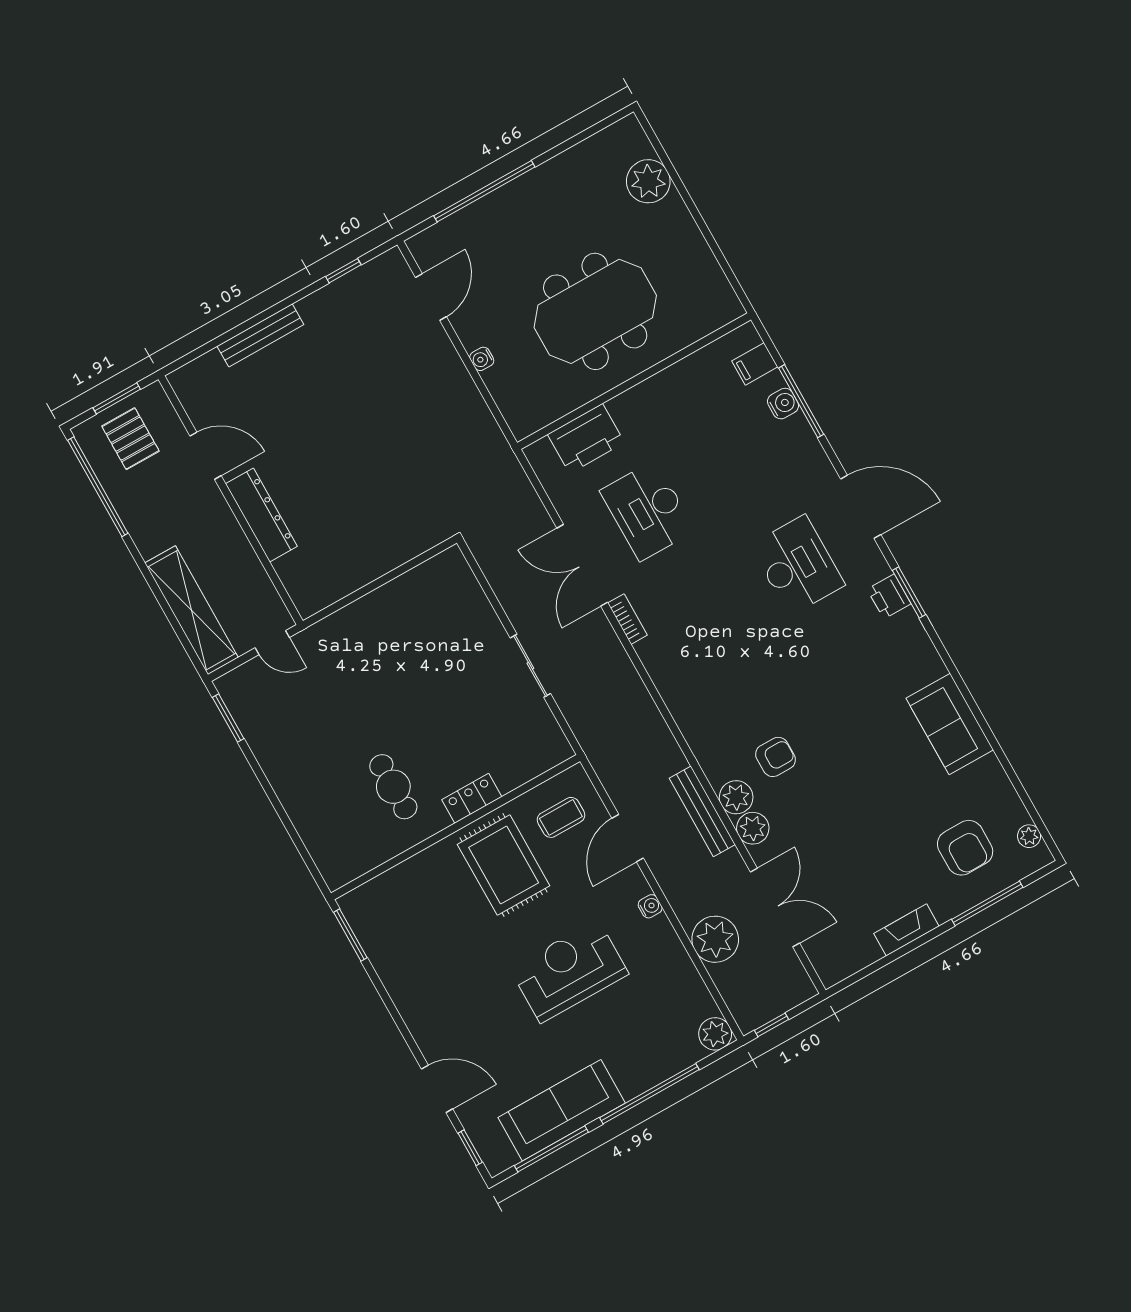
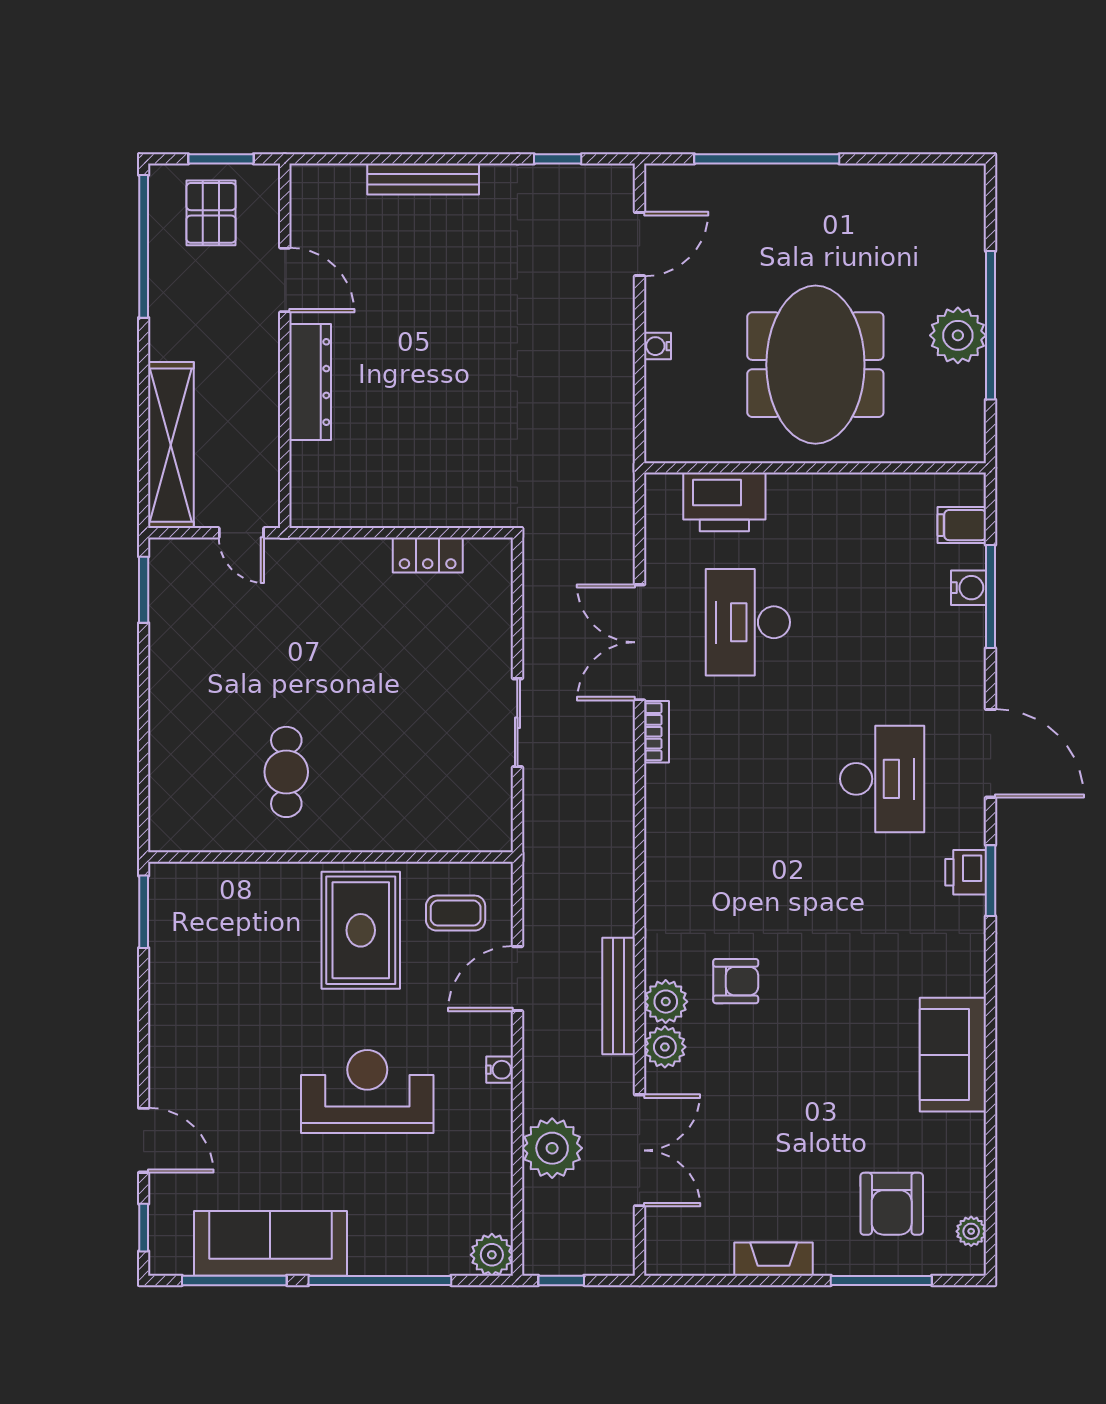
plant: (648, 181) -> (958, 335), moved
window: (698, 218) -> (991, 325), added
meeting table: (595, 311) -> (815, 365), turned 90
locker: (472, 798) -> (428, 555), moved, turned 180

